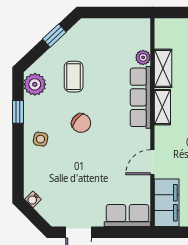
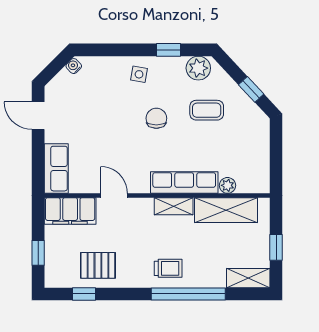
shelving: (163, 68) -> (226, 210), width x1.50, depth x1.33
chair: (81, 123) -> (156, 118), turned 141

